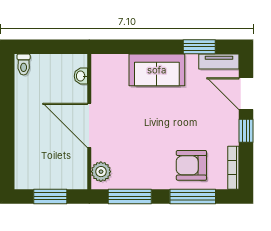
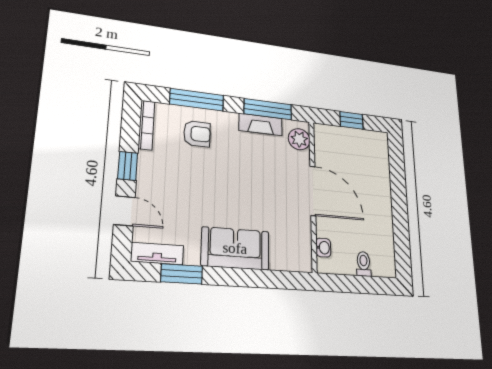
toilet: (24, 64) -> (364, 264), moved
door: (246, 94) -> (124, 211), width x0.73
armchair: (191, 165) -> (197, 134), width x0.72, depth x0.72
fireplace: (136, 181) -> (261, 124), added
window: (50, 196) -> (351, 120), width x0.67

